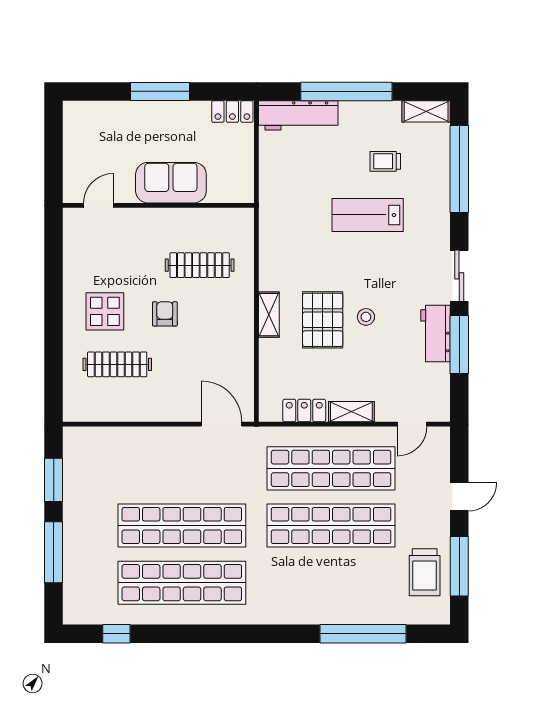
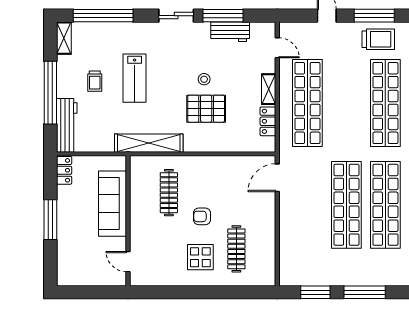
trolley: (385, 161) -> (95, 81), moved
sofa: (171, 183) -> (113, 204), width x1.36
shelving: (269, 315) -> (149, 143), moved, width x2.20, depth x1.33
workbench: (436, 333) -> (230, 32), moved
shop shelf: (331, 526) -> (385, 103), moved

